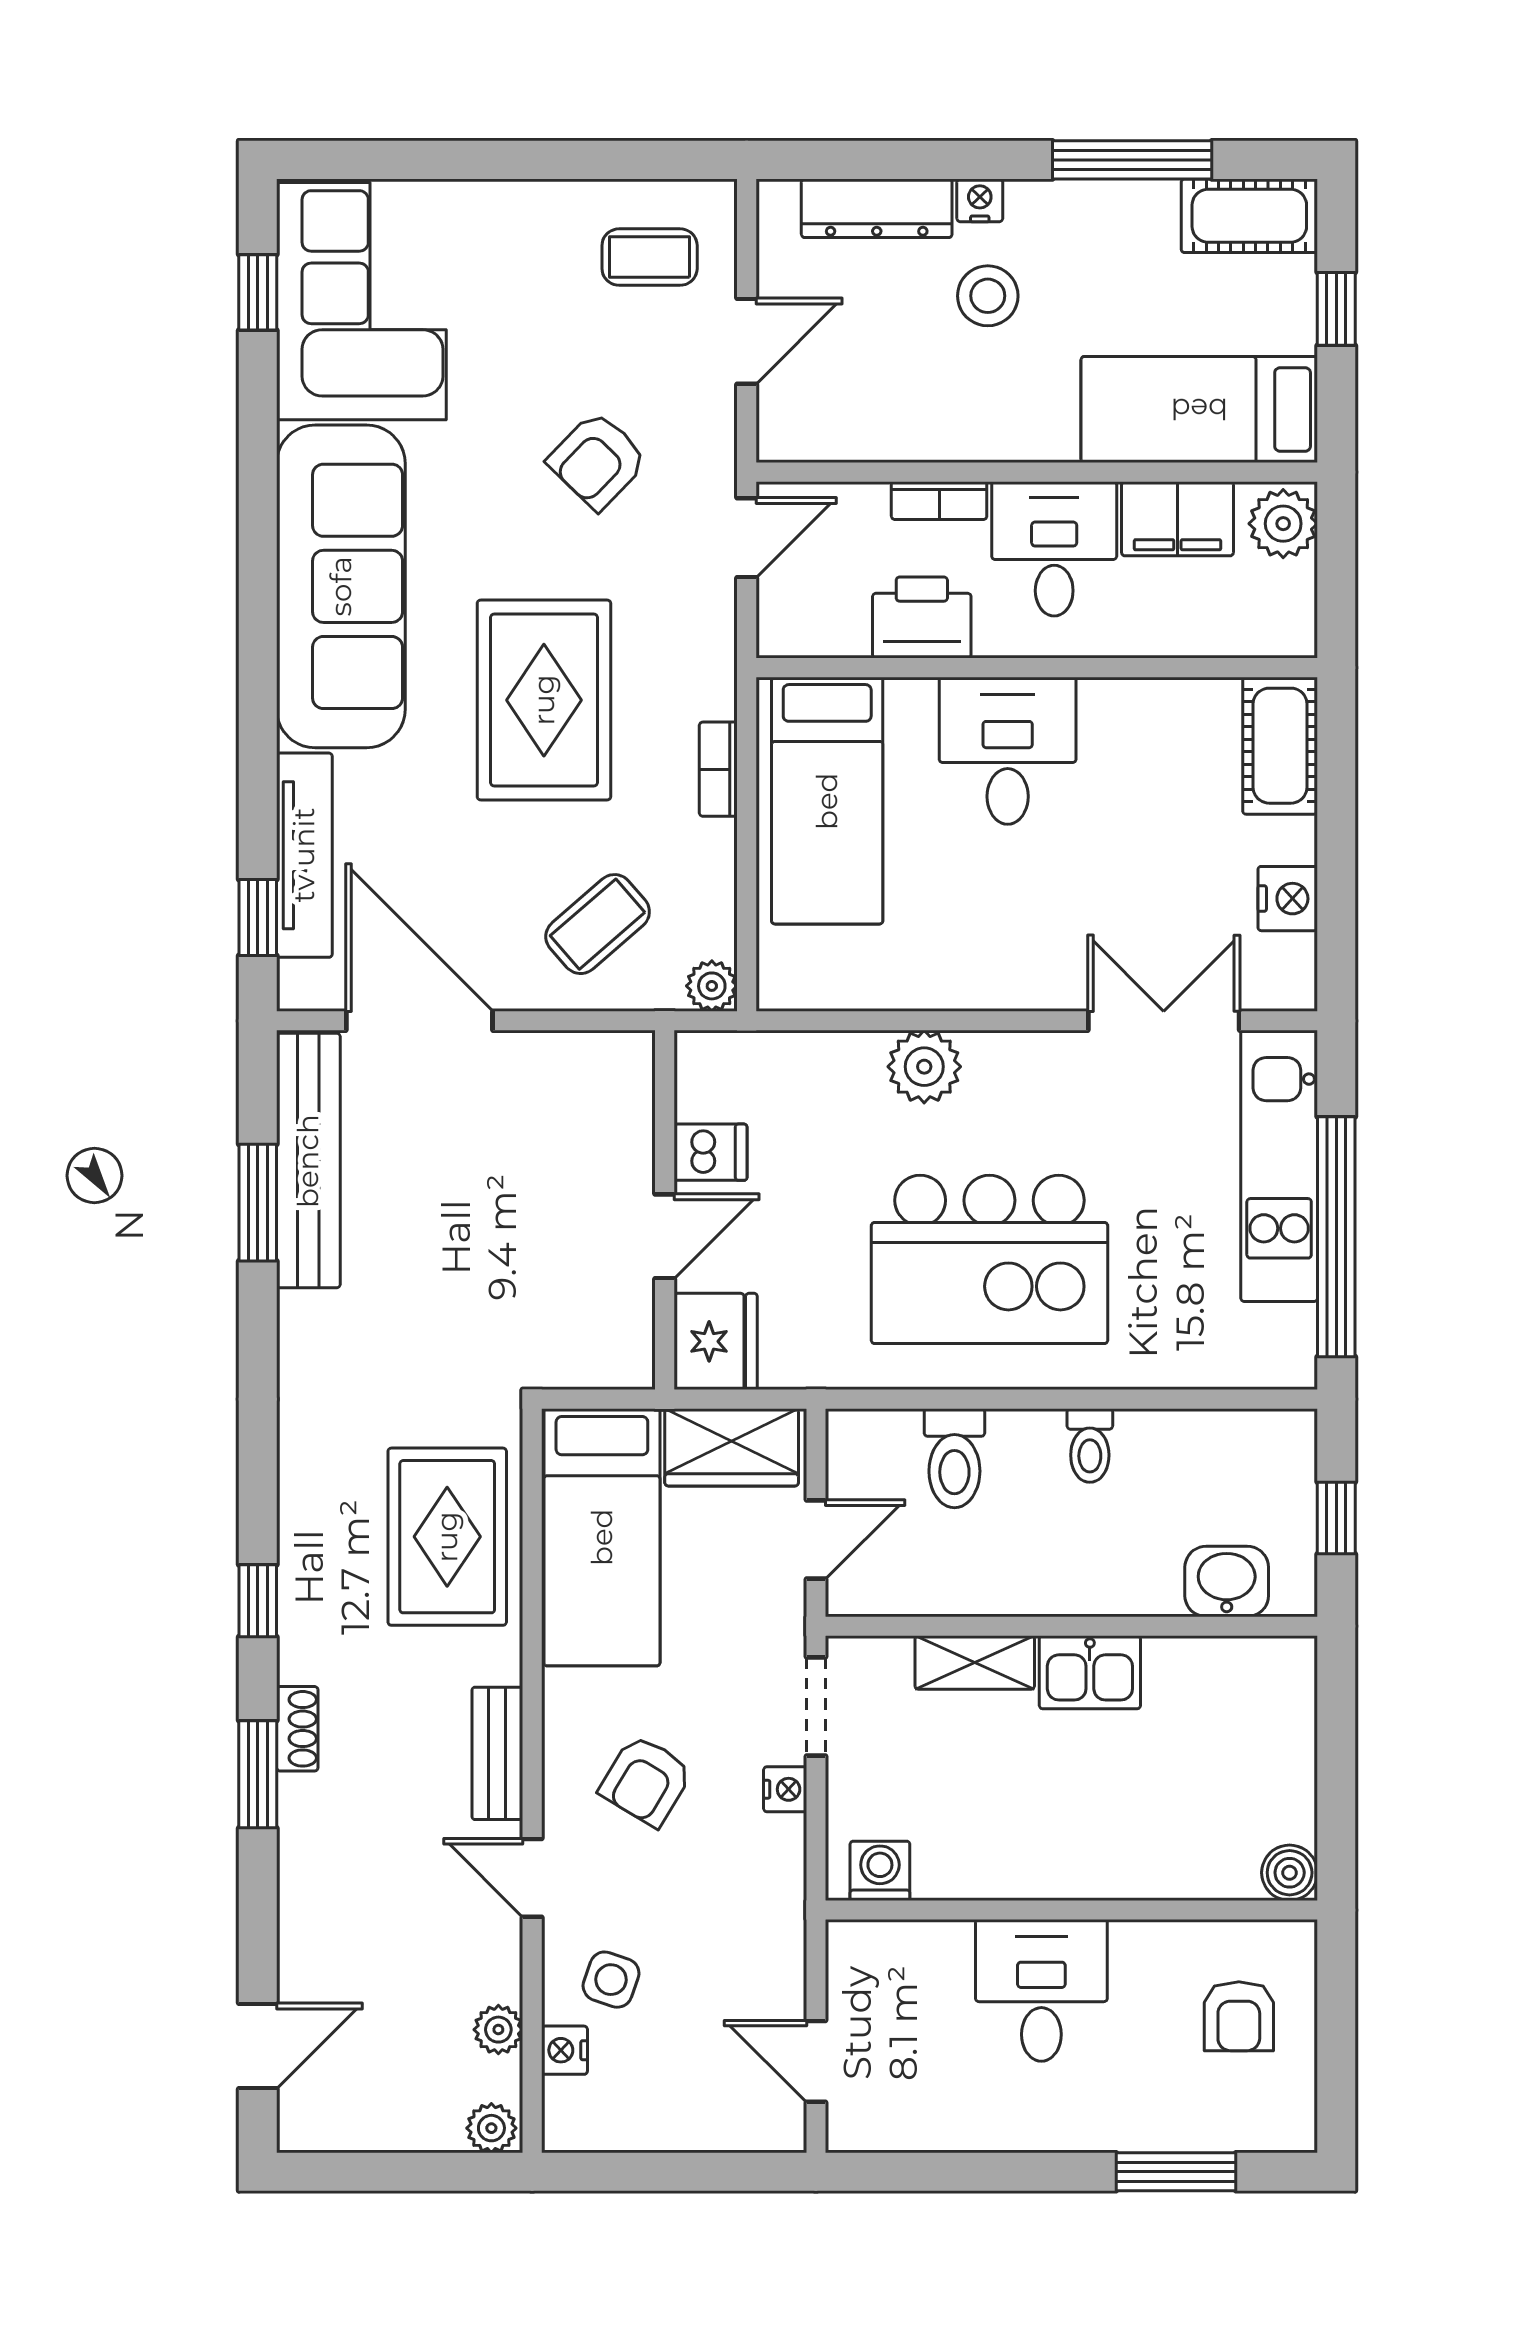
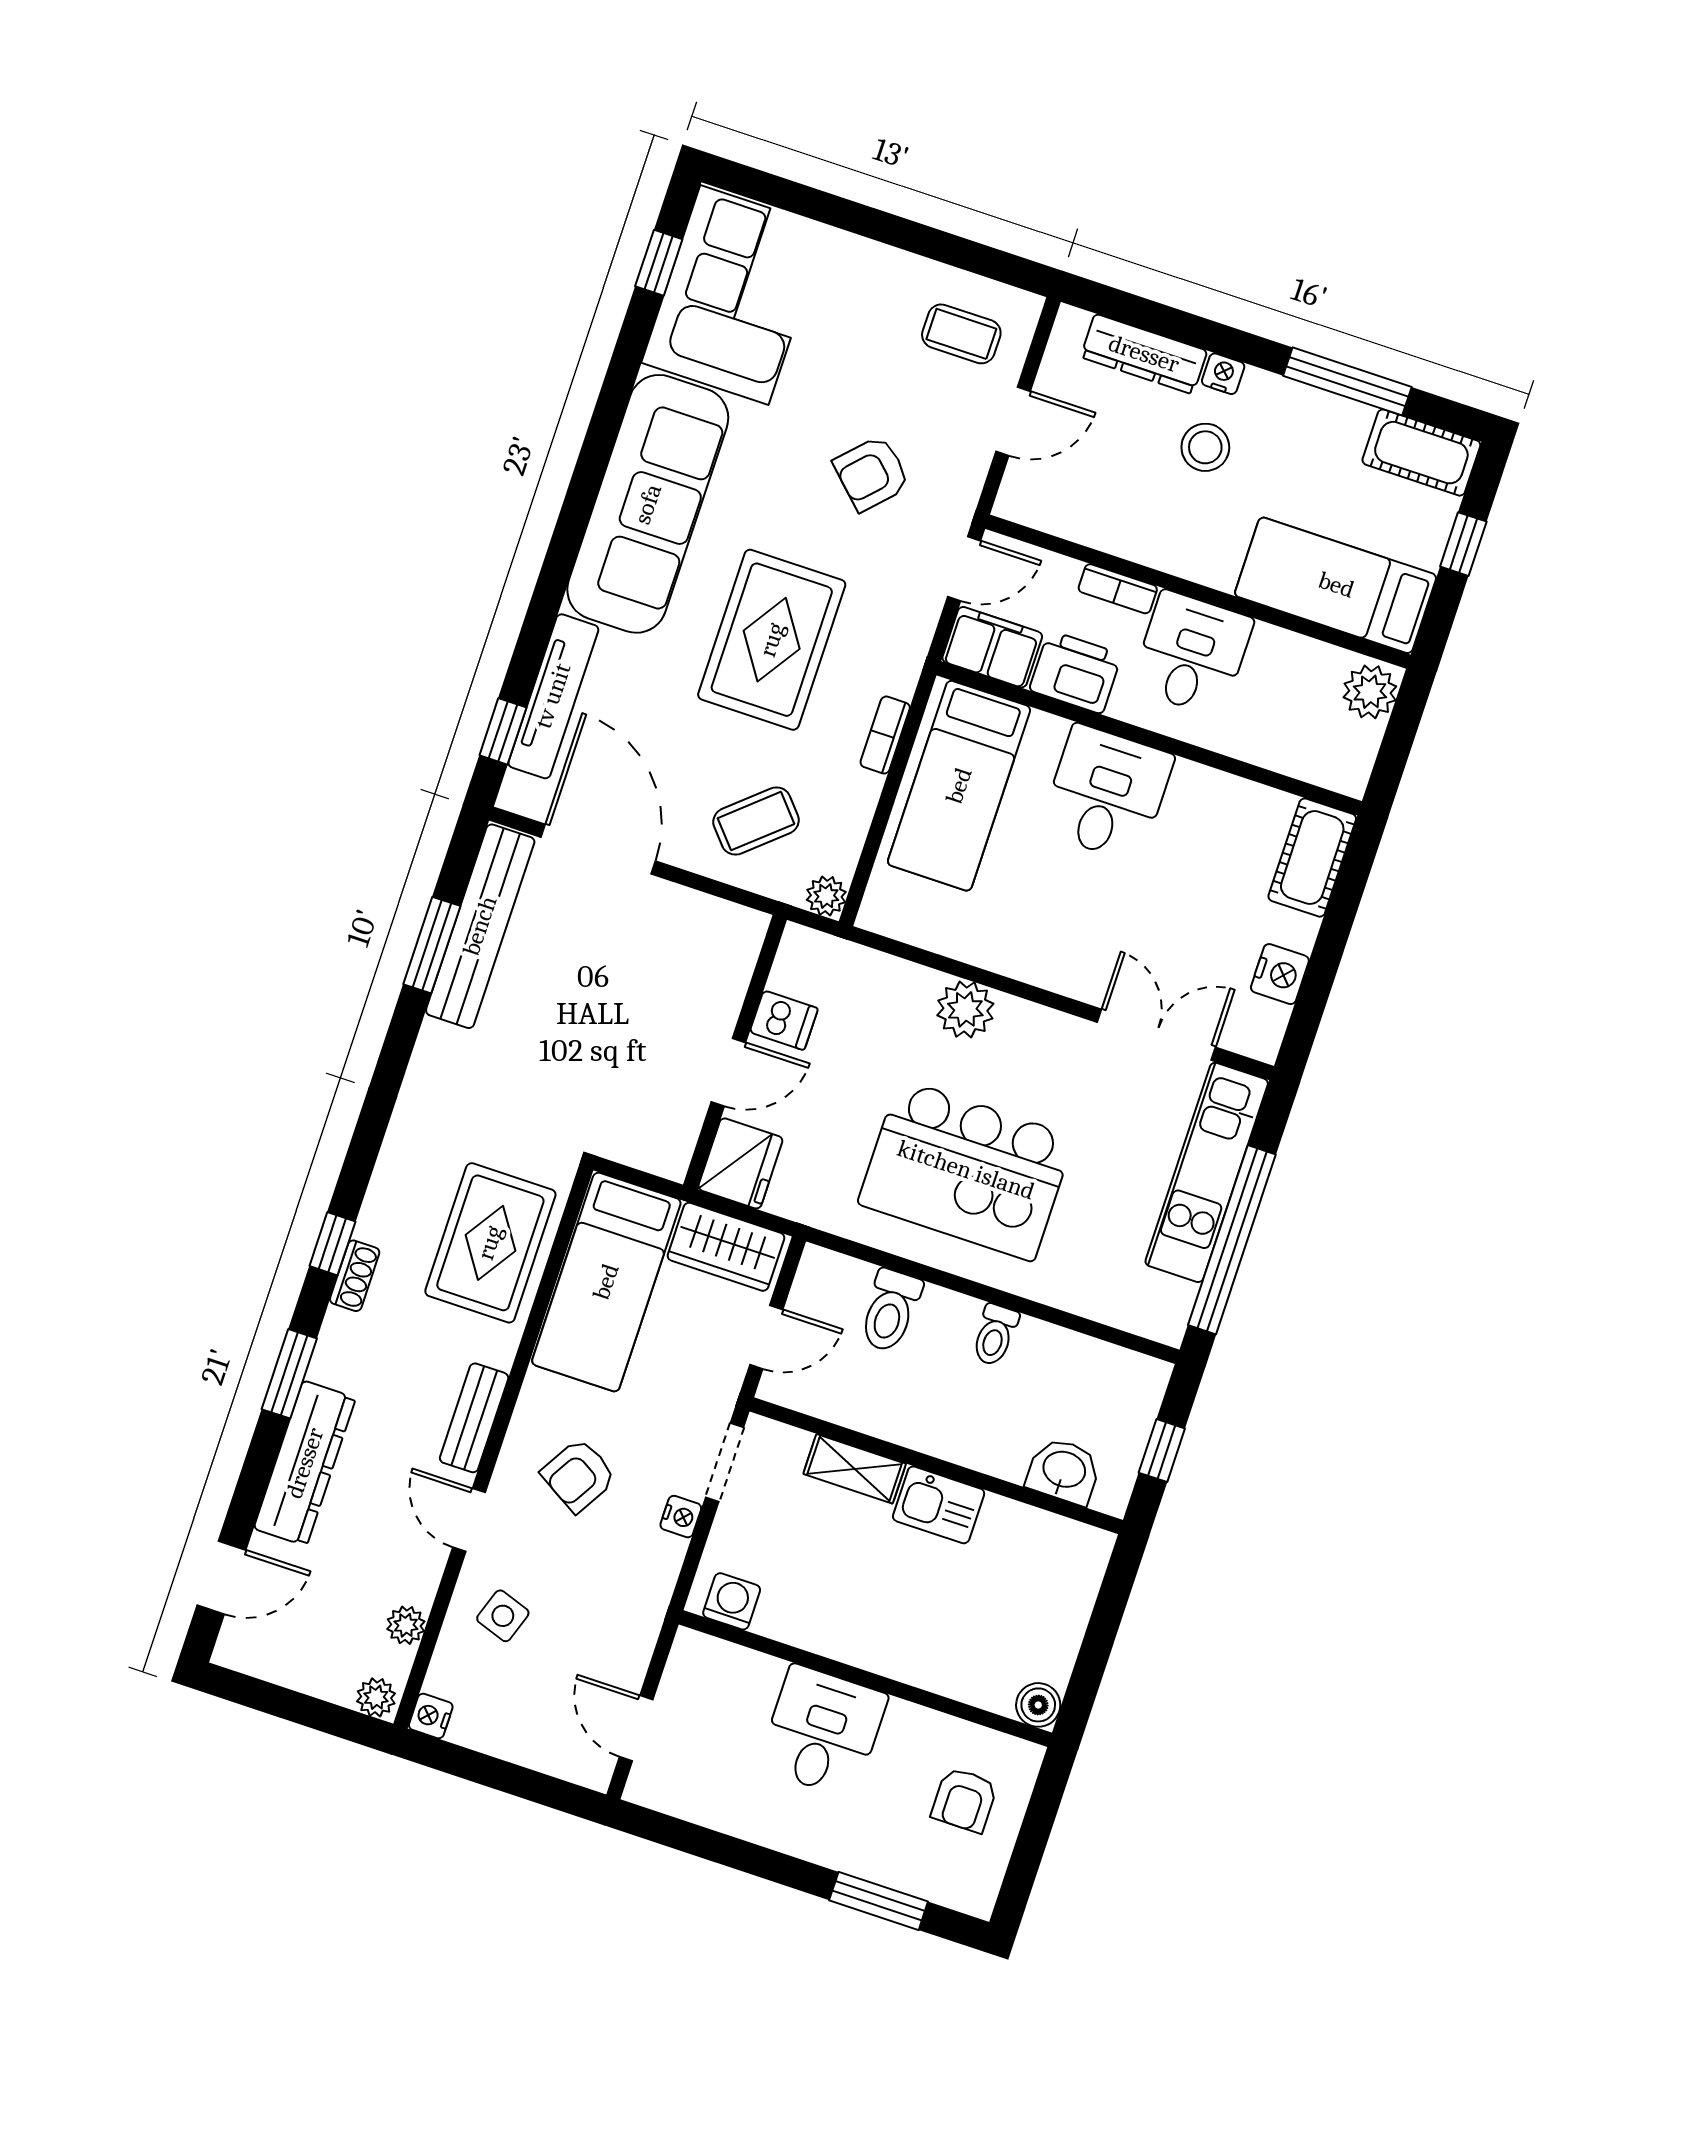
filing cabinet: (1177, 519) -> (992, 647), moved, turned 180
shoe rack: (297, 1729) -> (355, 1276), moved
dresser: (312, 1875) -> (305, 1463), added
nightstand: (565, 2050) -> (431, 1716), moved

